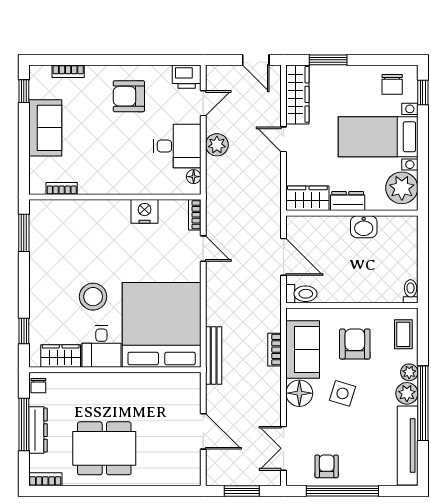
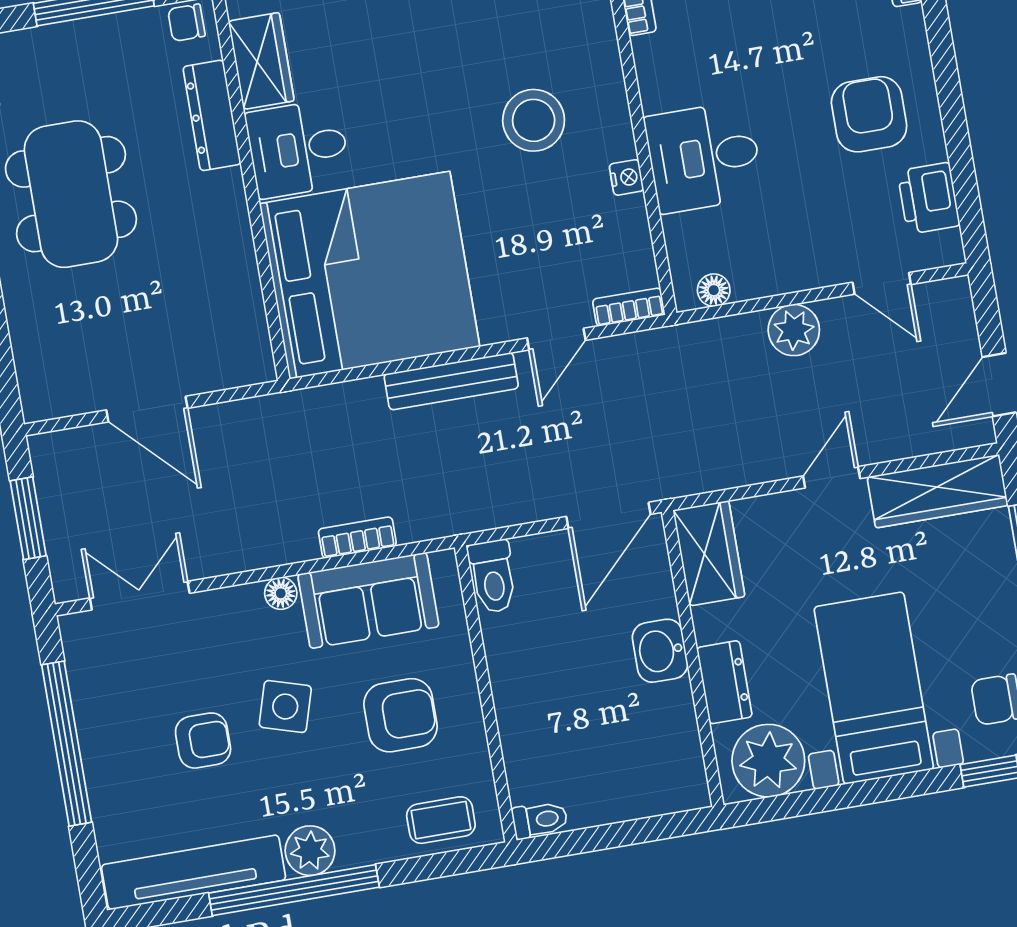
printer: (187, 77) -> (929, 198), moved
desk: (177, 146) -> (704, 157), moved, turned 90
dresser: (348, 201) -> (724, 682), moved
nightstand: (145, 211) -> (626, 177), width x0.53, depth x0.56
washbasin: (364, 227) -> (660, 651), moved
door: (284, 257) -> (608, 515), moved
stool: (93, 297) -> (534, 120), moved
bench: (214, 356) -> (451, 381), moved
plant: (409, 372) -> (358, 848), removed
floor lamp: (299, 393) -> (281, 593), width x0.53, depth x0.53
dresser: (38, 430) -> (212, 115), moved, turned 90
door: (203, 431) -> (147, 409), hinge flipped
armchair: (327, 466) -> (203, 741), moved

